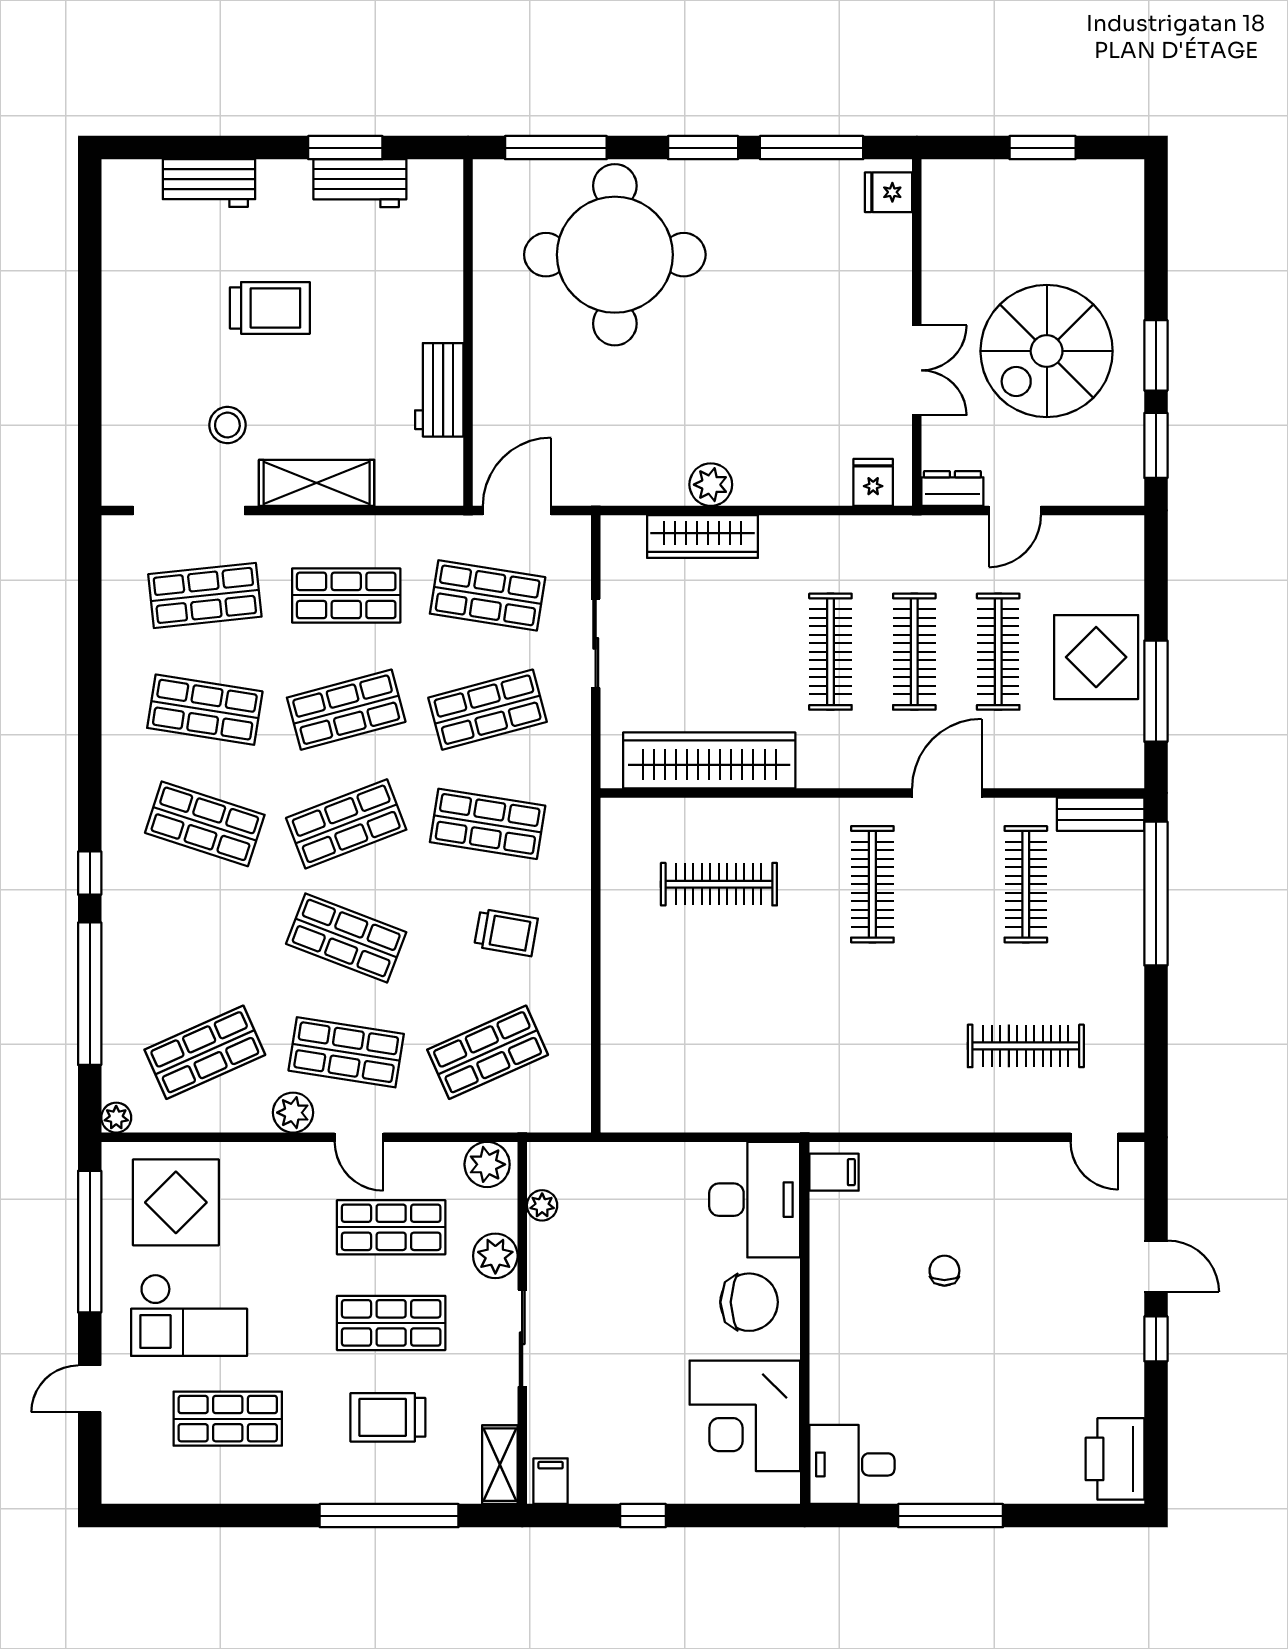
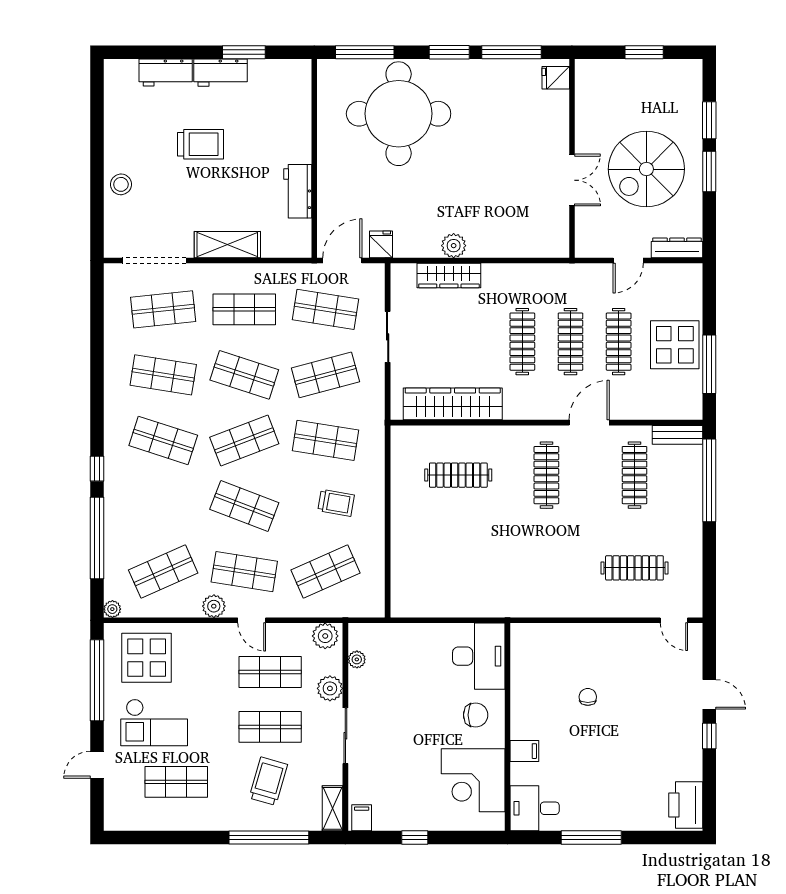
workbench: (360, 183) -> (221, 73), moved
stool: (227, 425) -> (121, 184), moved
window: (1156, 445) -> (709, 120), moved
fridge: (873, 482) -> (381, 244), moved
dresser: (952, 488) -> (677, 248), moved, width x1.44
shop shelf: (346, 710) -> (244, 375), turned 33
filing cabinet: (834, 1172) -> (524, 751), moved
chair: (749, 1302) -> (476, 715), width x0.73, depth x0.73
trolley: (388, 1417) -> (268, 781), turned 106

